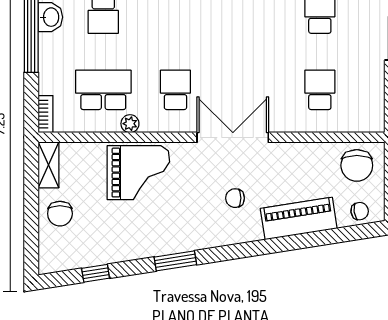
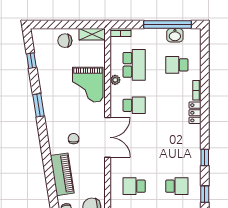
school desk: (320, 90) -> (134, 186), turned 180

